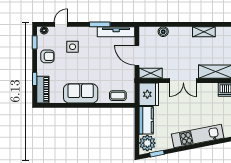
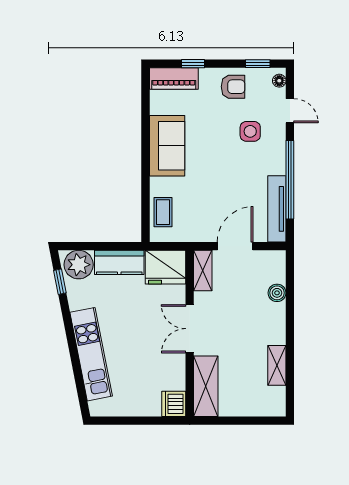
window: (100, 24) -> (290, 180), width x2.11
armchair: (47, 56) -> (233, 87), turned -90

